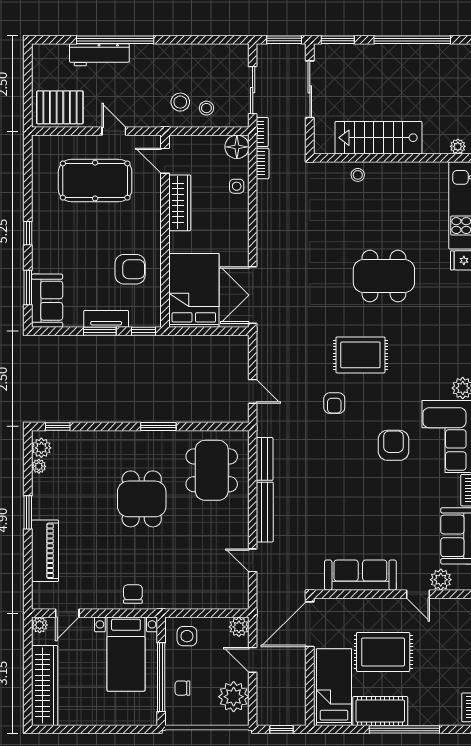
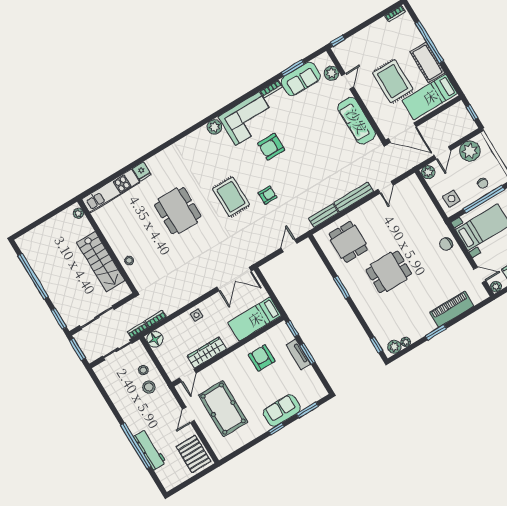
side table: (237, 186) -> (197, 315), moved
bed: (194, 290) -> (255, 319), width x0.67
sofa: (47, 301) -> (282, 410), moved
dining table: (212, 470) -> (348, 242), width x0.73

